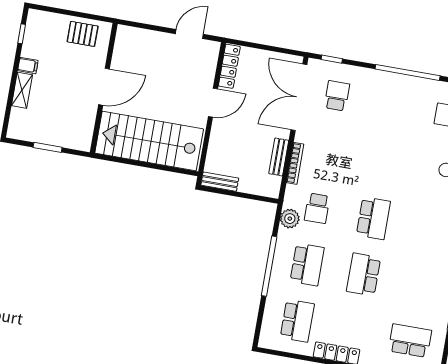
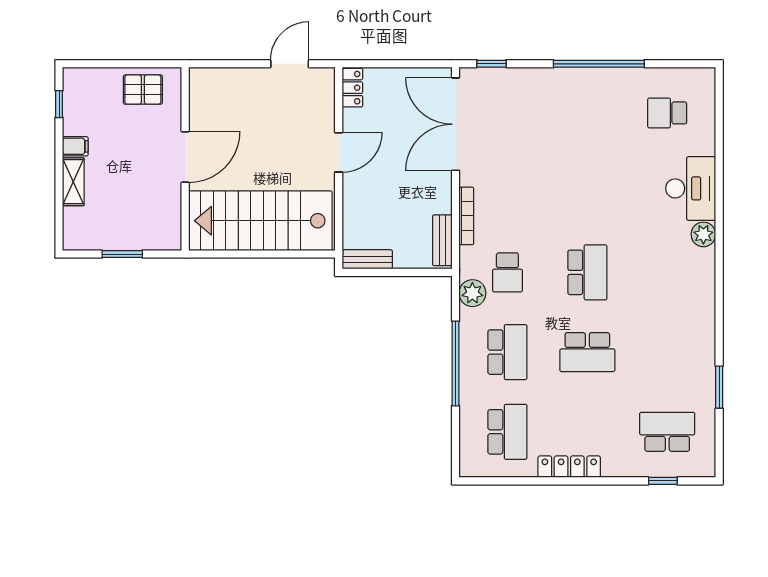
locker: (229, 66) -> (352, 88), width x0.66
school desk: (337, 96) -> (507, 113), removed
bench: (279, 157) -> (442, 240), moved
school desk: (364, 274) -> (587, 352), turned -90

